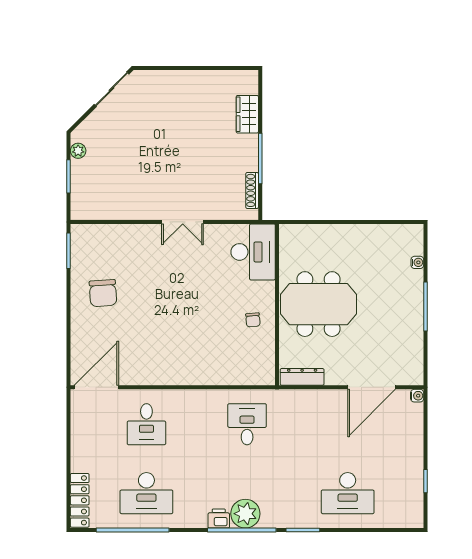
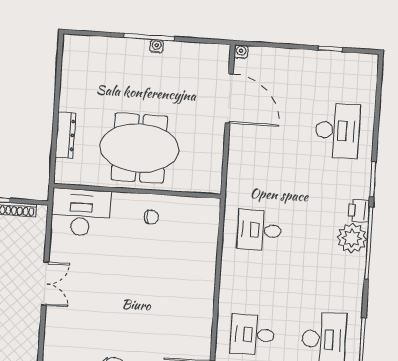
water cooler: (417, 262) -> (157, 46), moved
meeting table: (318, 304) -> (139, 148), turned 90
dresser: (302, 377) -> (65, 135), moved, turned 180
desk: (146, 424) -> (252, 335), turned 180
printer: (219, 519) -> (359, 211), moved

